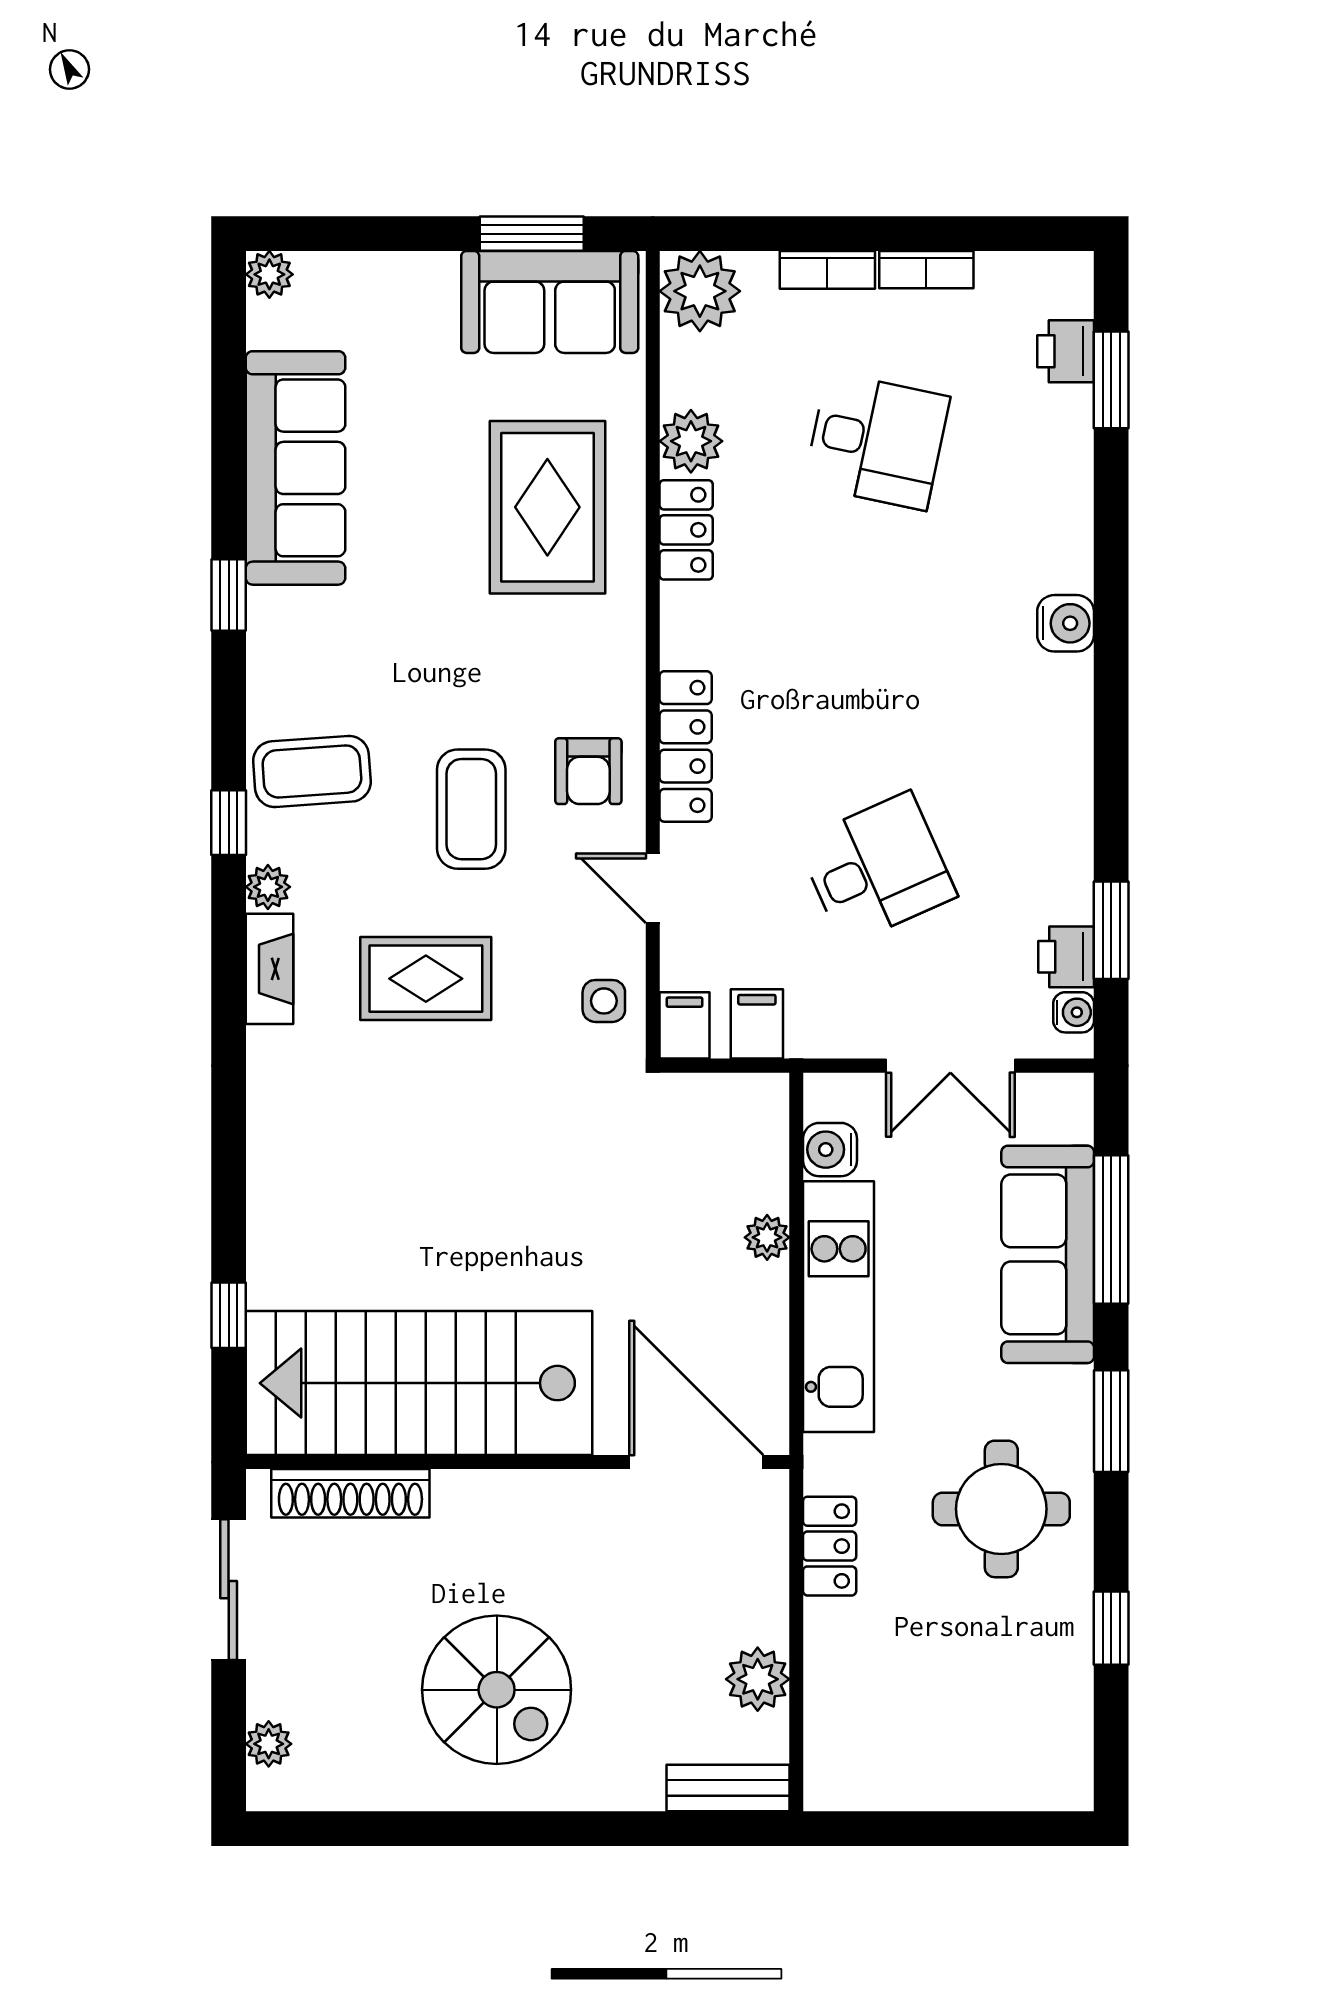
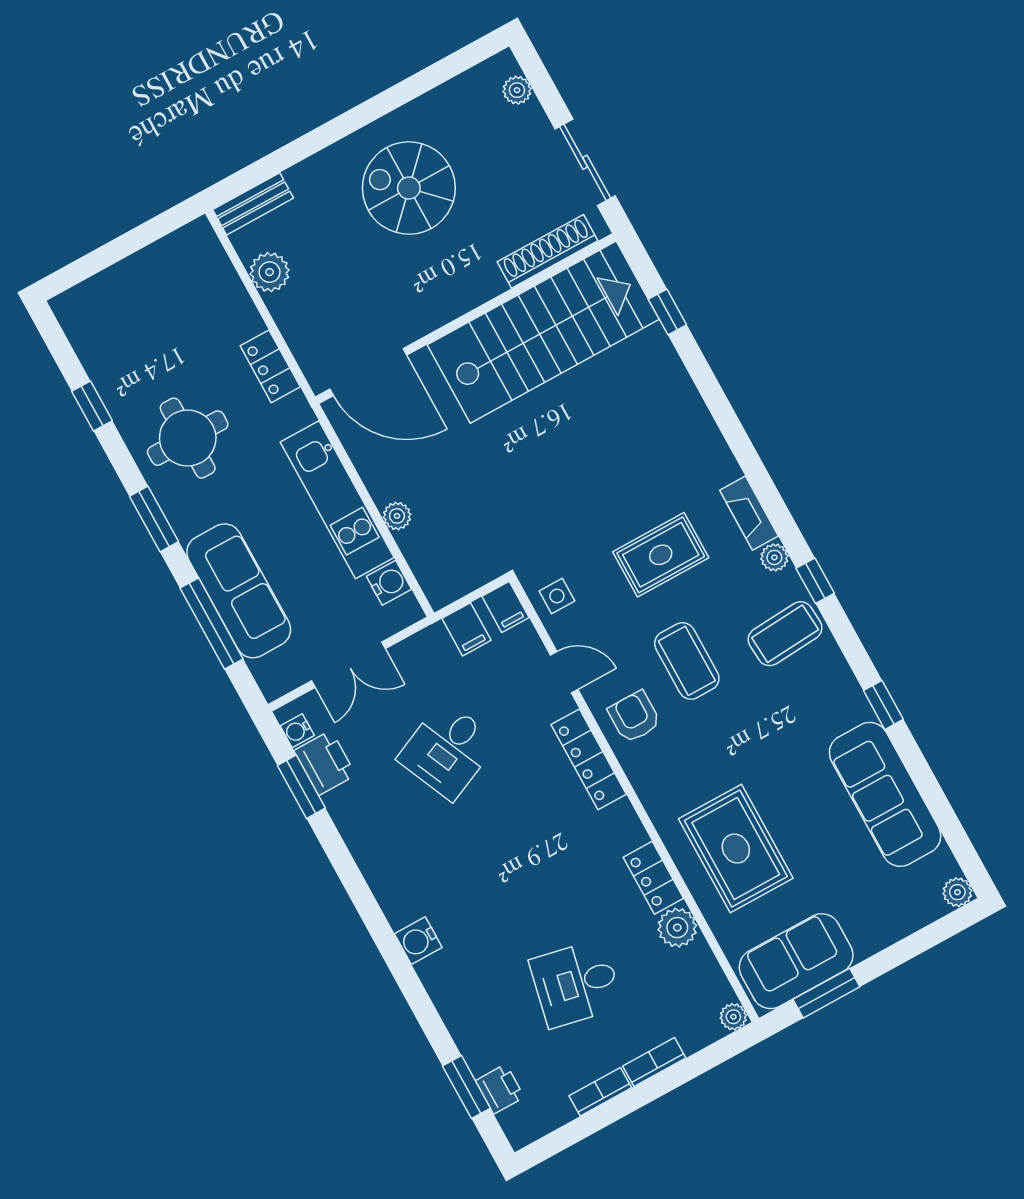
plant: (700, 291) -> (733, 1017), width x0.53, depth x0.53
printer: (1066, 957) -> (325, 763), width x1.36, depth x1.24
double door: (950, 1066) -> (348, 665), swing flipped

